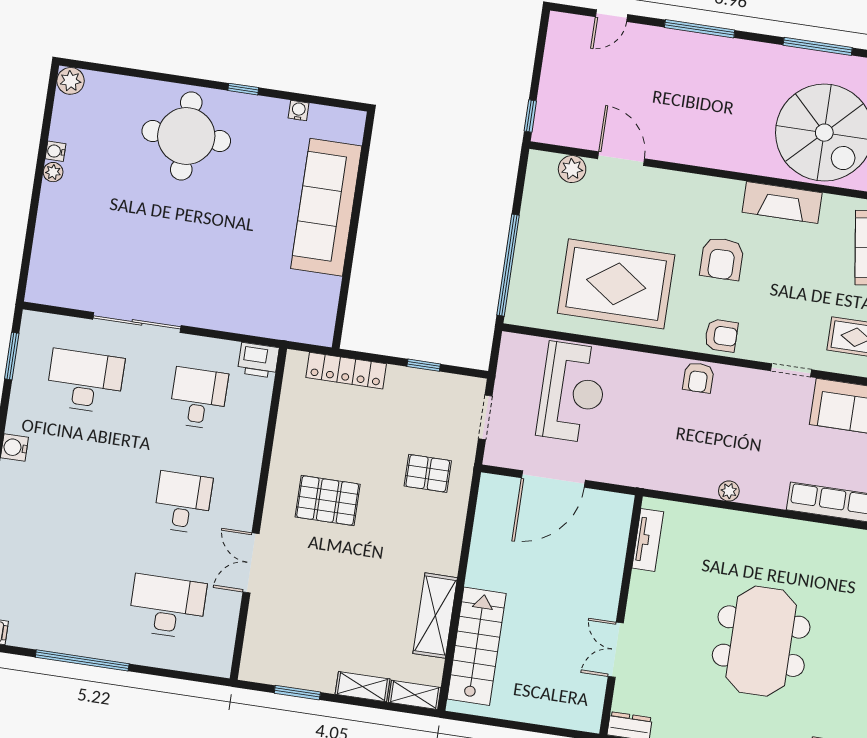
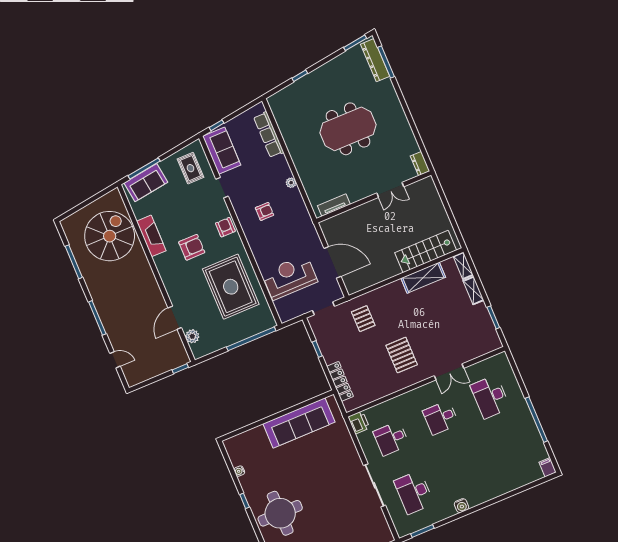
sofa: (326, 207) -> (299, 423), moved
armchair: (698, 378) -> (265, 211), moved

